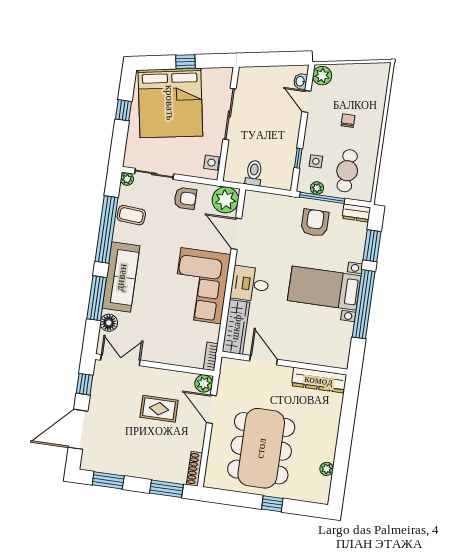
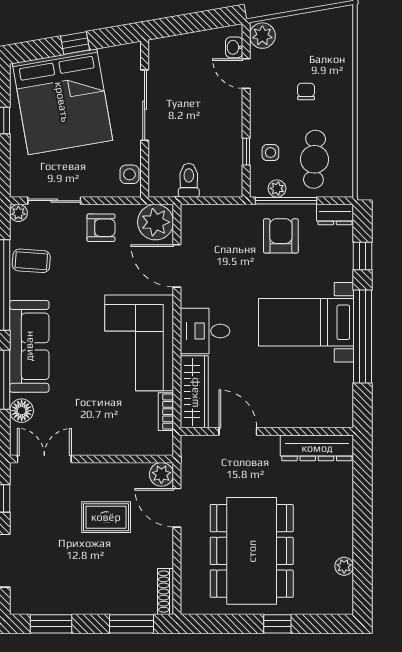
window: (372, 246) -> (362, 256), width x0.67
bookcase: (211, 356) -> (166, 412), moved

